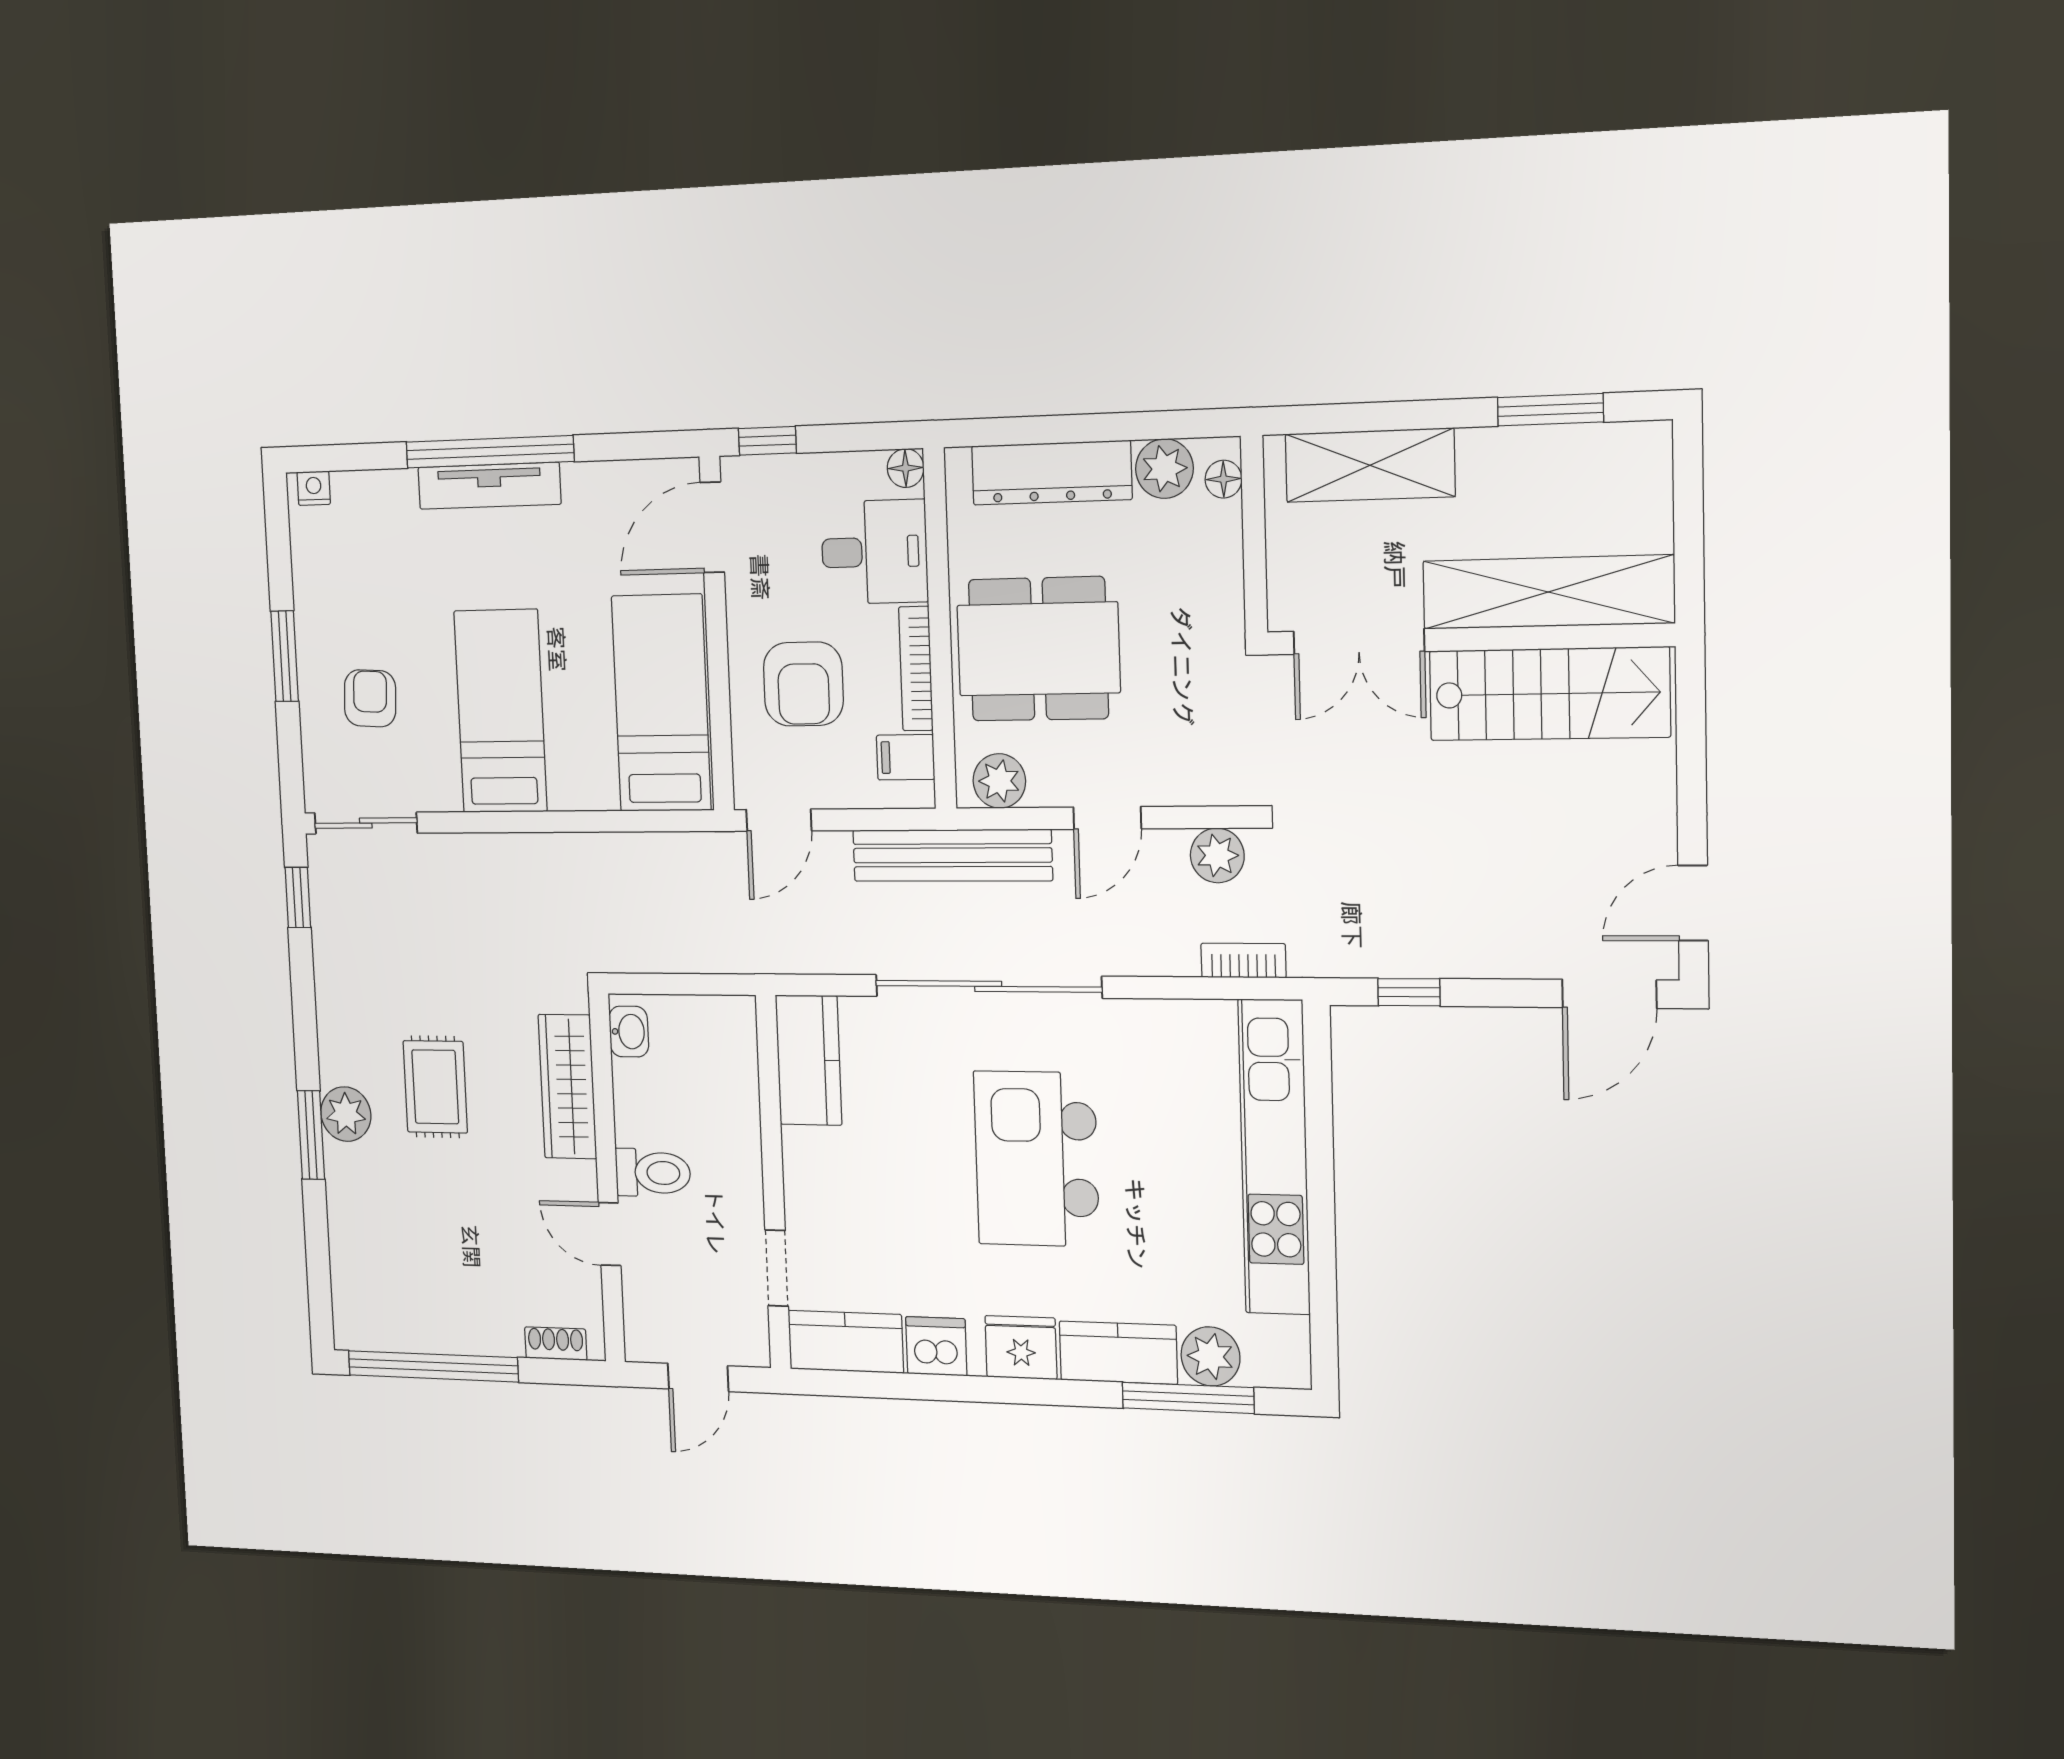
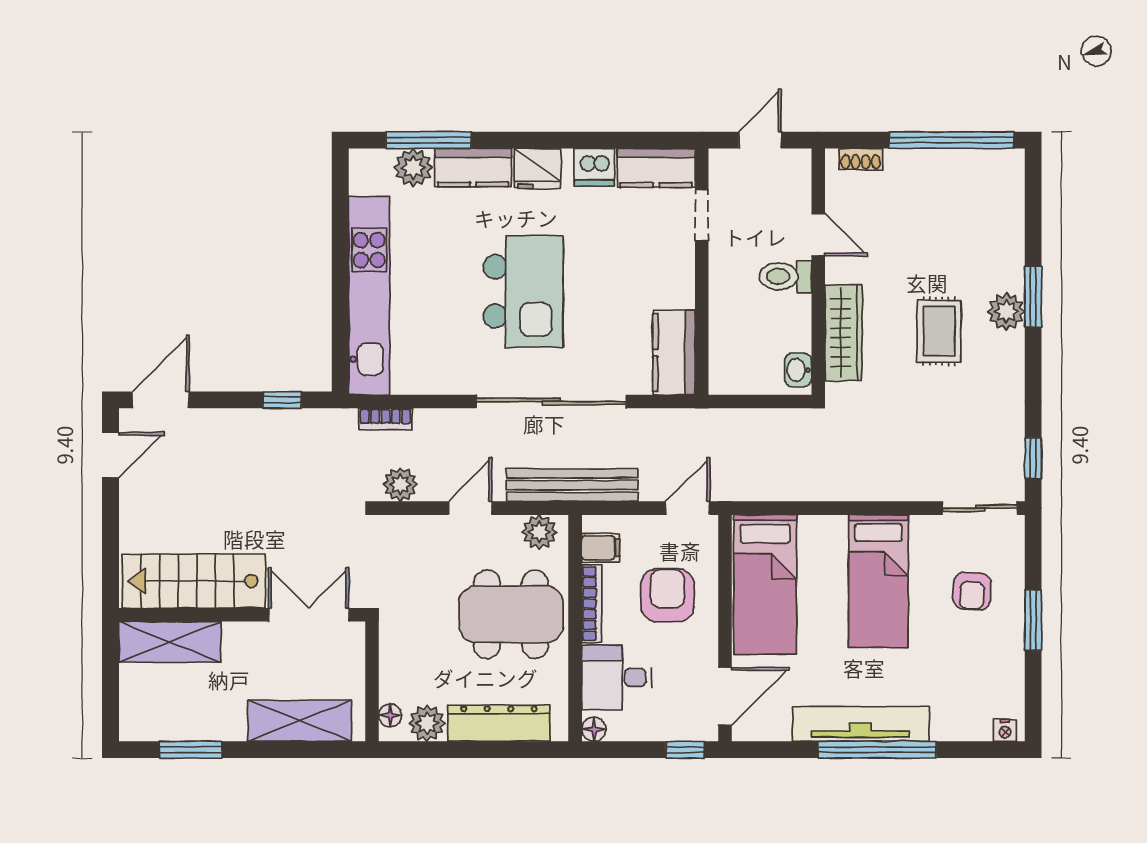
tv unit: (489, 486) -> (861, 724), width x1.36, depth x1.29
shelving: (1548, 592) -> (170, 642), width x0.68

